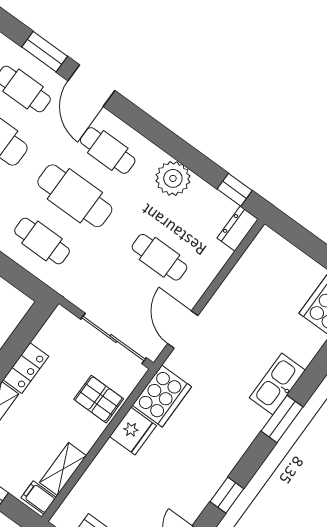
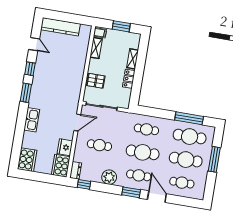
window: (45, 52) -> (131, 192), moved
door: (183, 330) -> (77, 122), hinge flipped
cooker: (162, 396) -> (61, 166), moved
window: (282, 419) -> (26, 93), moved
fridge: (133, 431) -> (65, 147), moved

